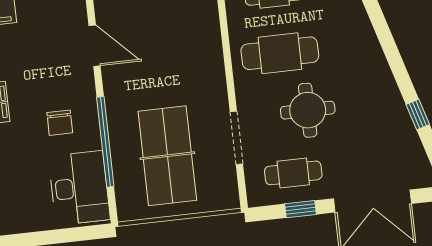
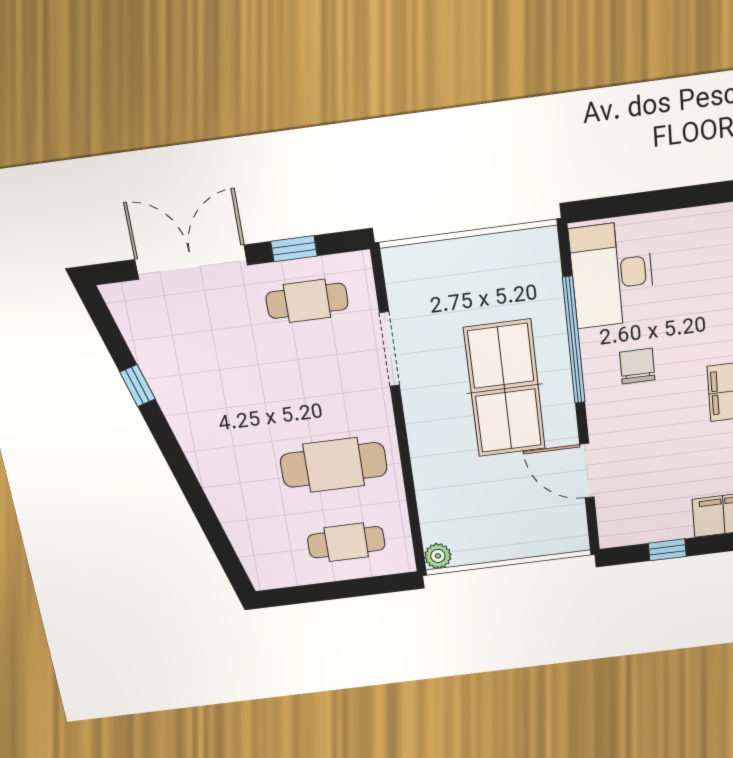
round table: (308, 110) -> (291, 389), removed
table tennis table: (167, 156) -> (505, 388), moved

